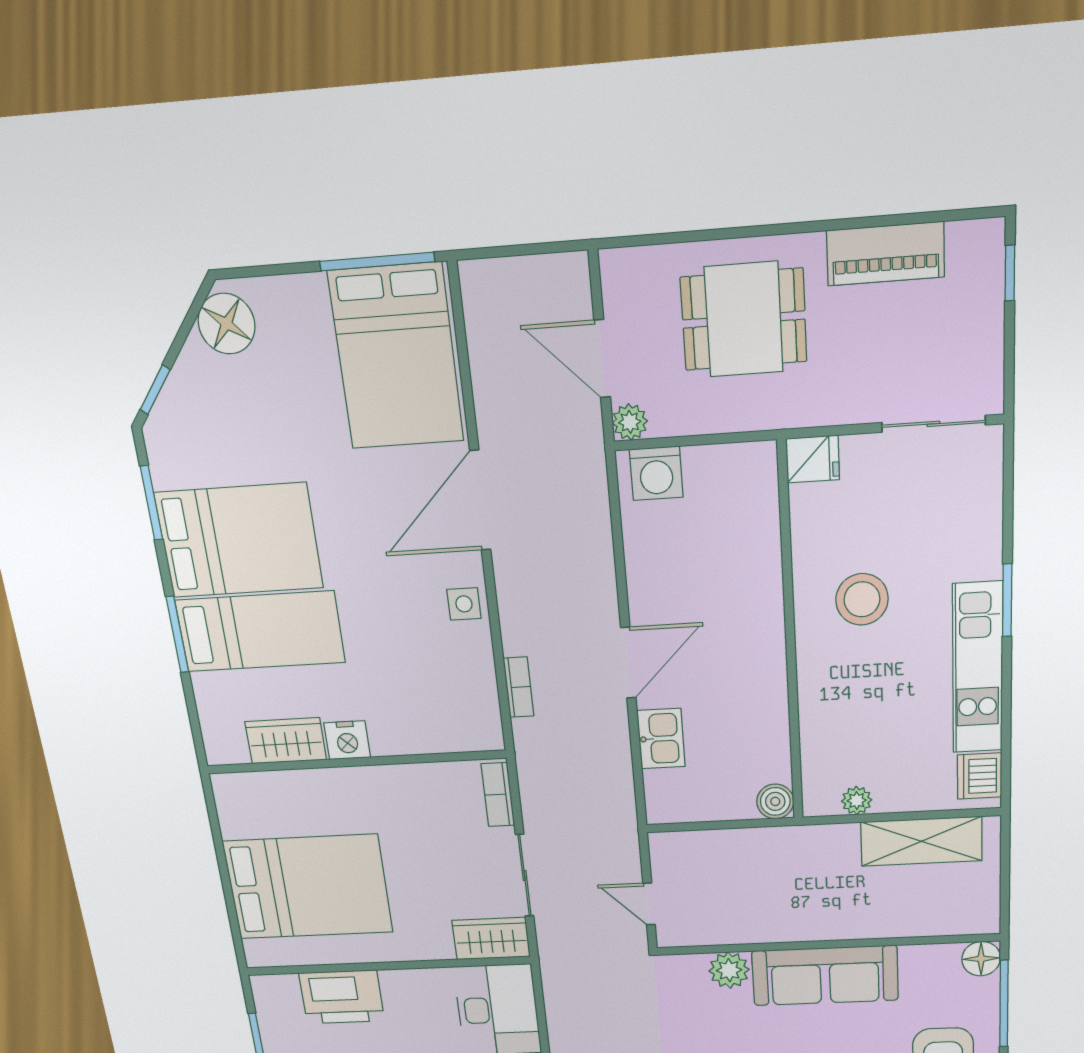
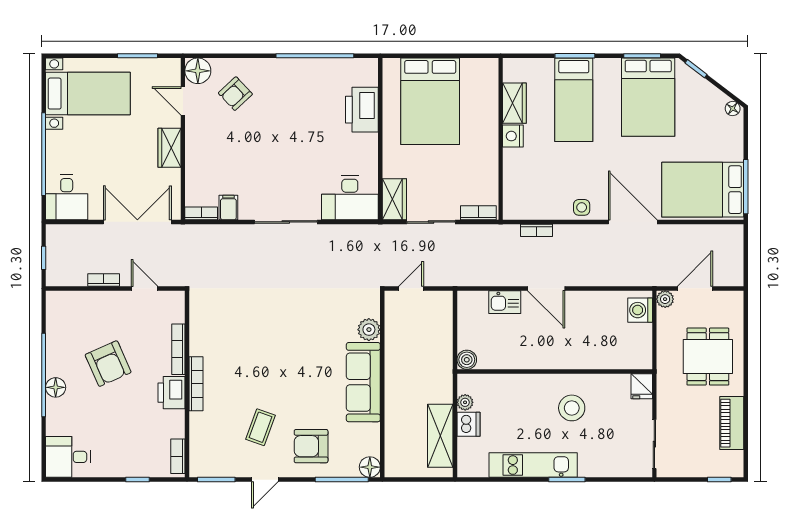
floor lamp: (227, 324) -> (733, 108), width x0.53, depth x0.53
bed: (239, 540) -> (648, 97), moved
dishwasher: (980, 776) -> (468, 424), moved, turned 90

